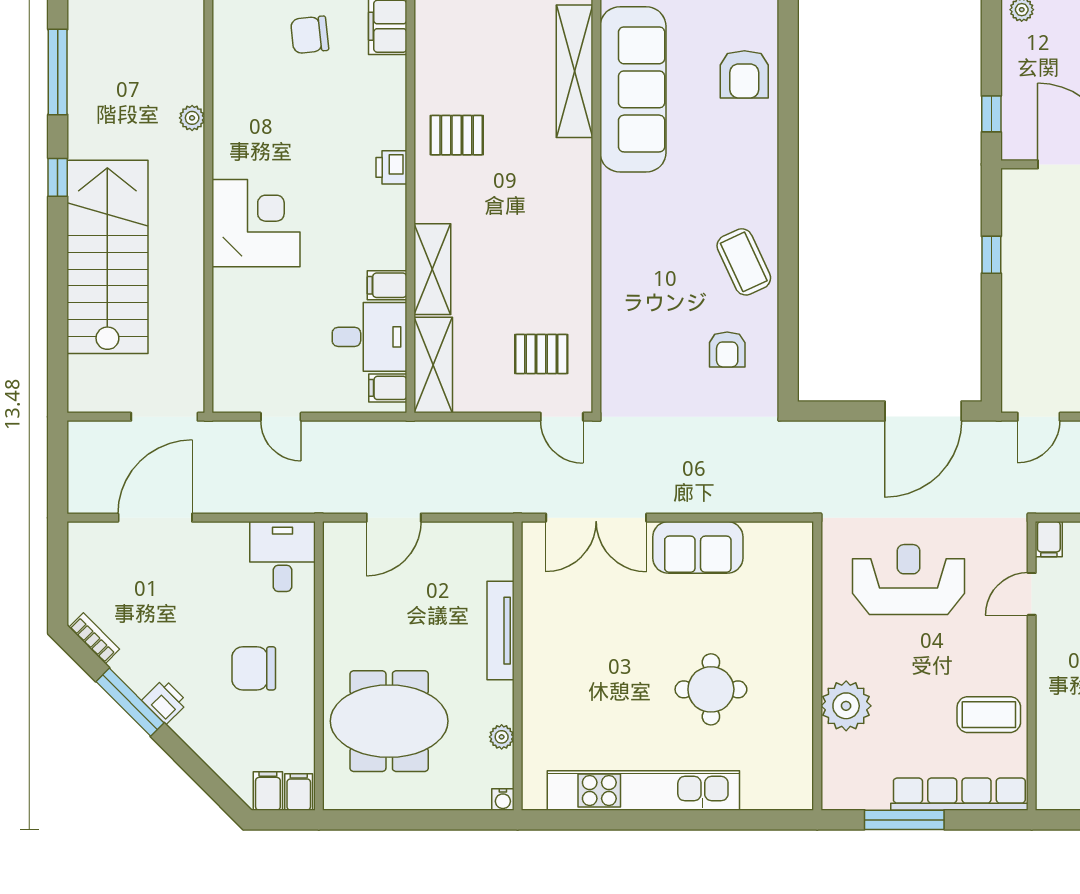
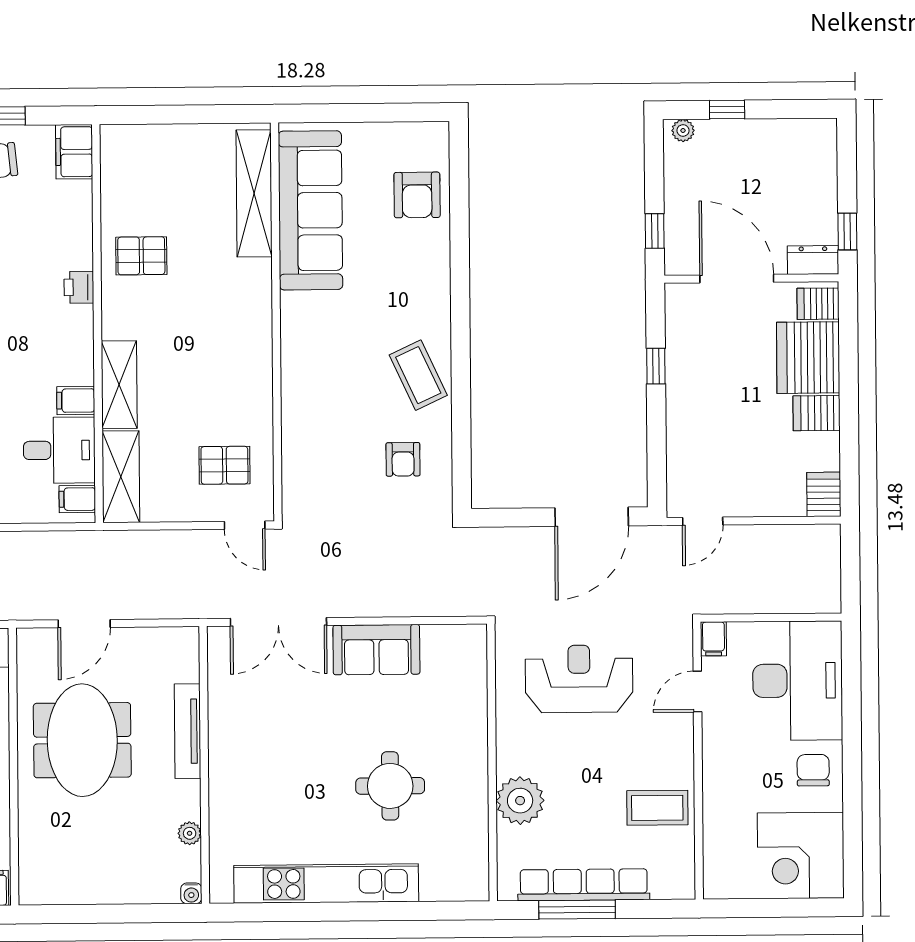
meeting table: (389, 721) -> (82, 740), moved, turned 90
row of seats: (959, 794) -> (584, 885), moved

